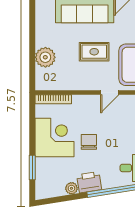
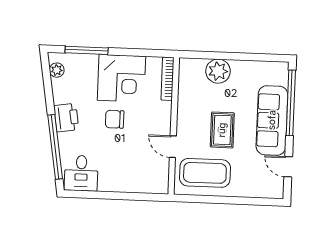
chair: (89, 142) -> (115, 119), turned 180
window: (32, 168) -> (87, 50), width x1.44
plant: (71, 188) -> (57, 70), moved

